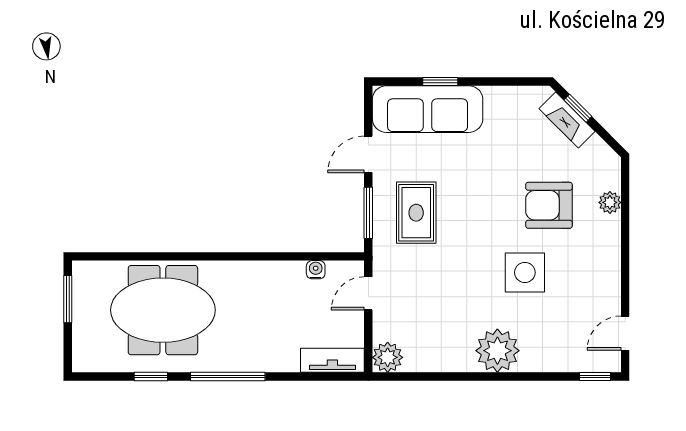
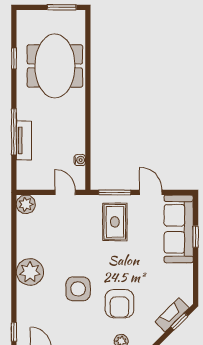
armchair: (549, 205) -> (119, 304), turned 180
rug: (416, 213) -> (115, 222), turned 90
tv unit: (332, 360) -> (24, 140), moved
window: (228, 377) -> (14, 132), moved

